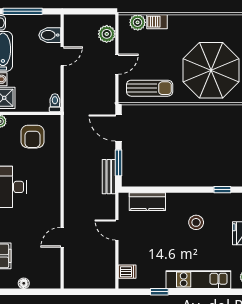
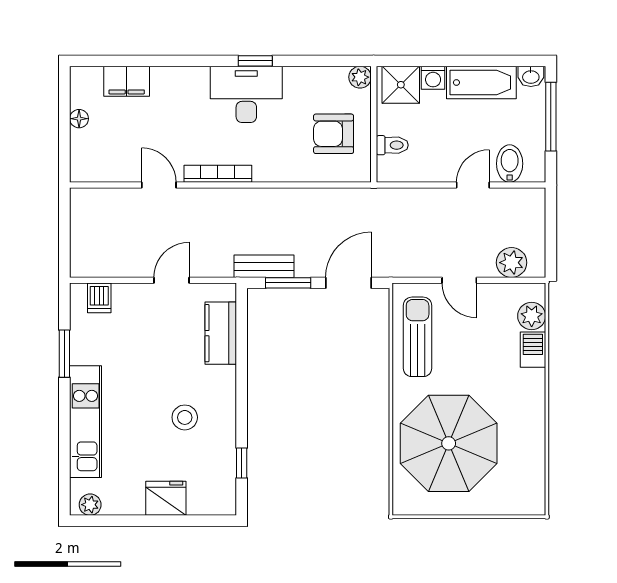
door: (62, 56) -> (473, 185), swing flipped
sun lounger: (150, 88) -> (418, 337), turned 180
toilet: (55, 103) -> (392, 145), moved
bookcase: (56, 203) -> (218, 174), added
window: (159, 292) -> (64, 354), width x1.50

